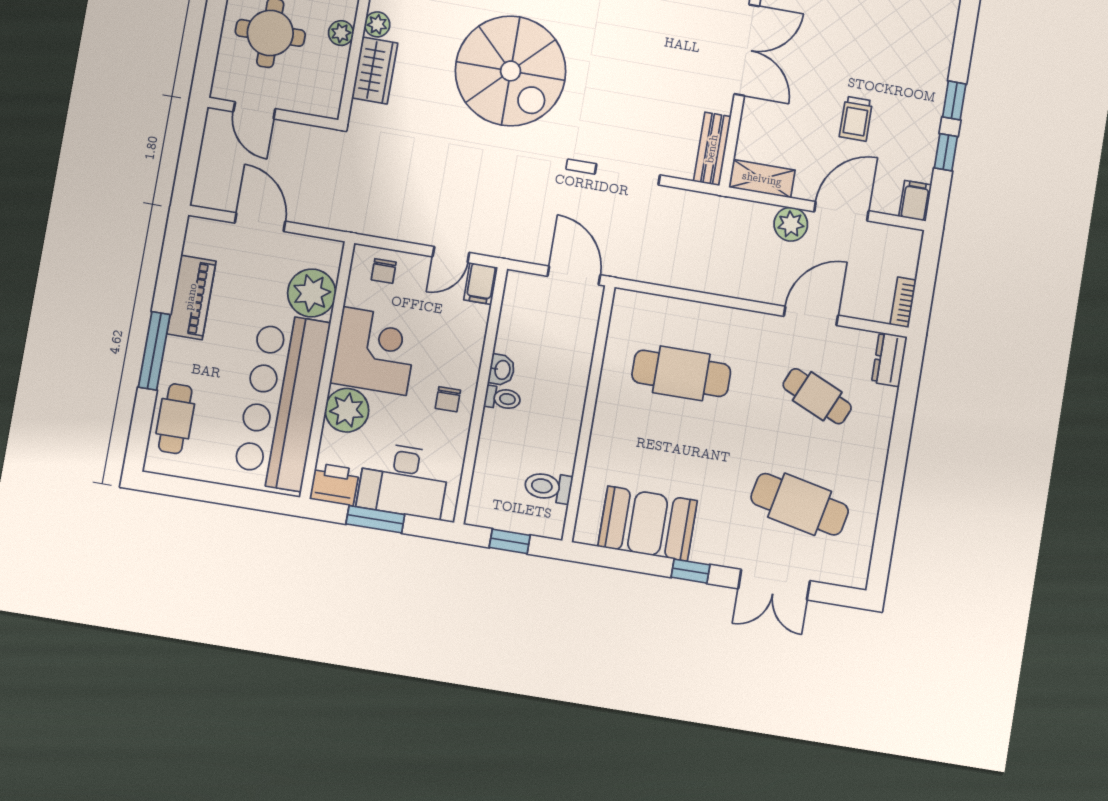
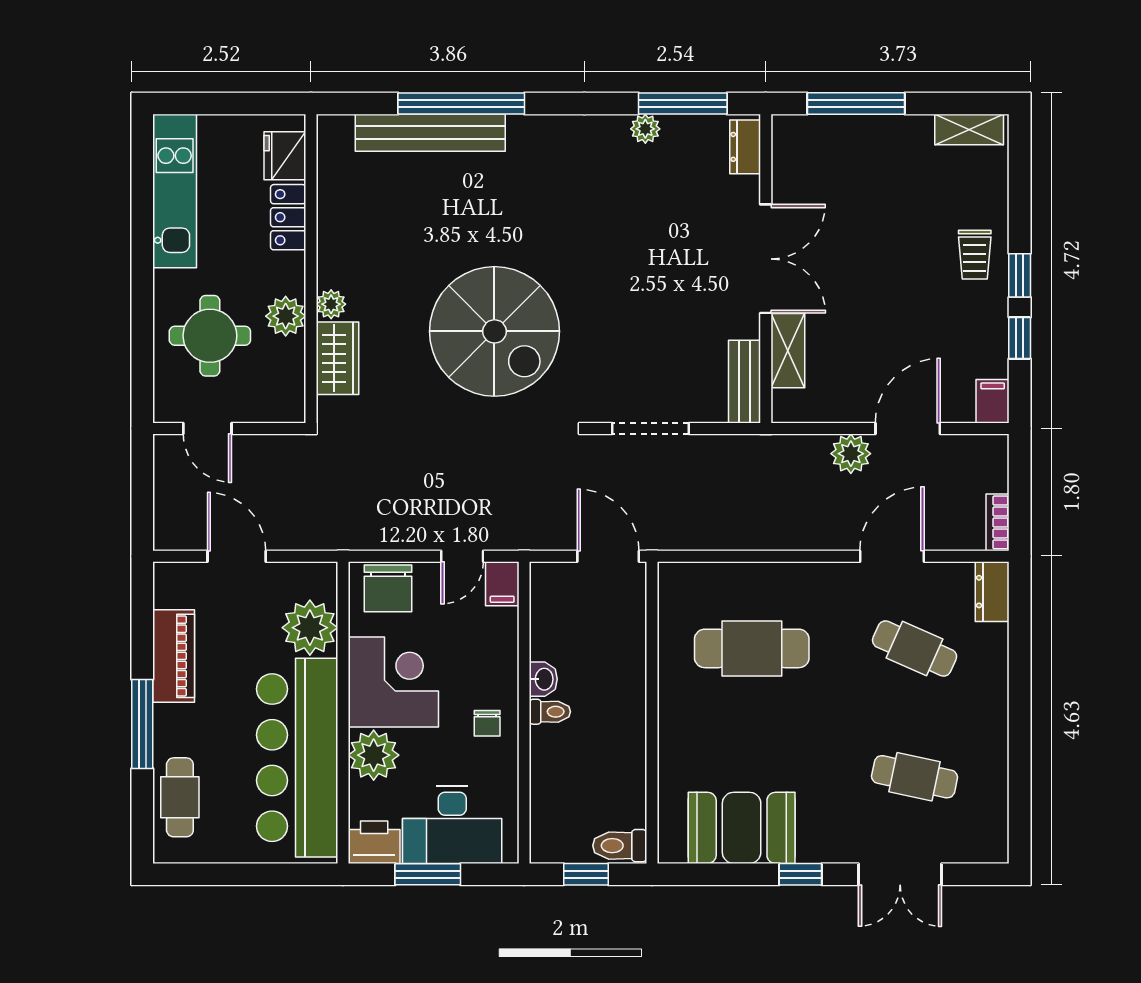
plant: (341, 33) -> (286, 316), width x1.38, depth x1.38
trolley: (856, 119) -> (975, 255), moved
shelving: (762, 179) -> (788, 351), moved, turned 90
chair: (384, 271) -> (388, 588), width x1.87, depth x1.87
toilet: (548, 487) -> (620, 846), moved
cafe table: (800, 504) -> (915, 777), width x0.73, depth x0.74

